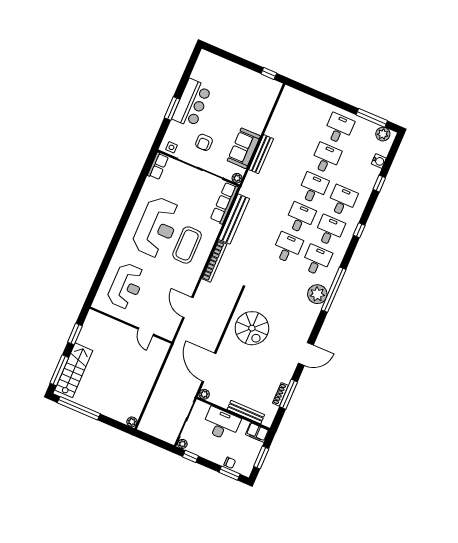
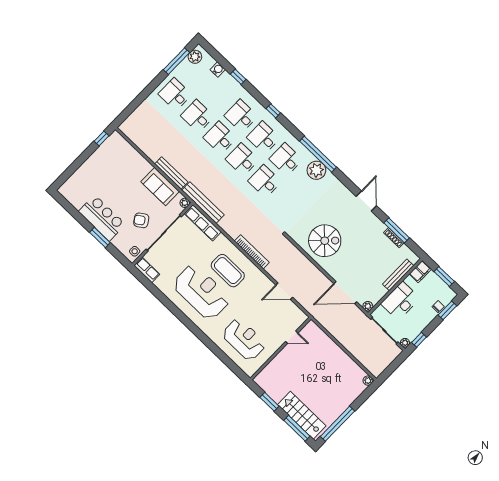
armchair: (204, 142) -> (141, 220), turned 146
bench: (234, 219) -> (203, 203), moved

